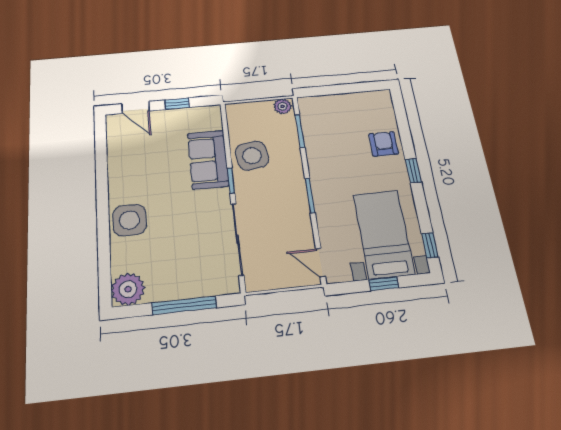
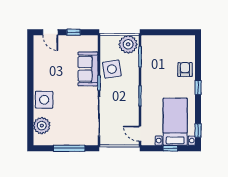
plant: (283, 106) -> (128, 44), width x1.87, depth x1.87
plant: (128, 289) -> (42, 126), moved

